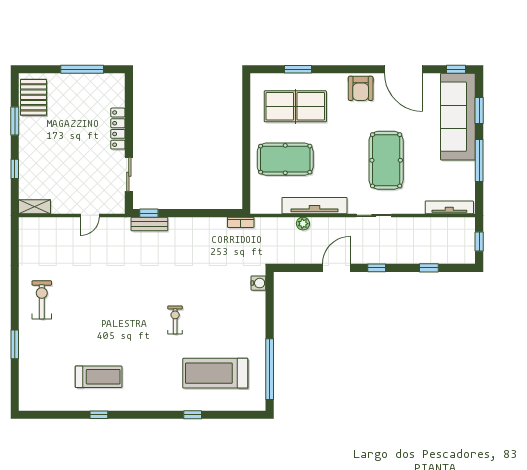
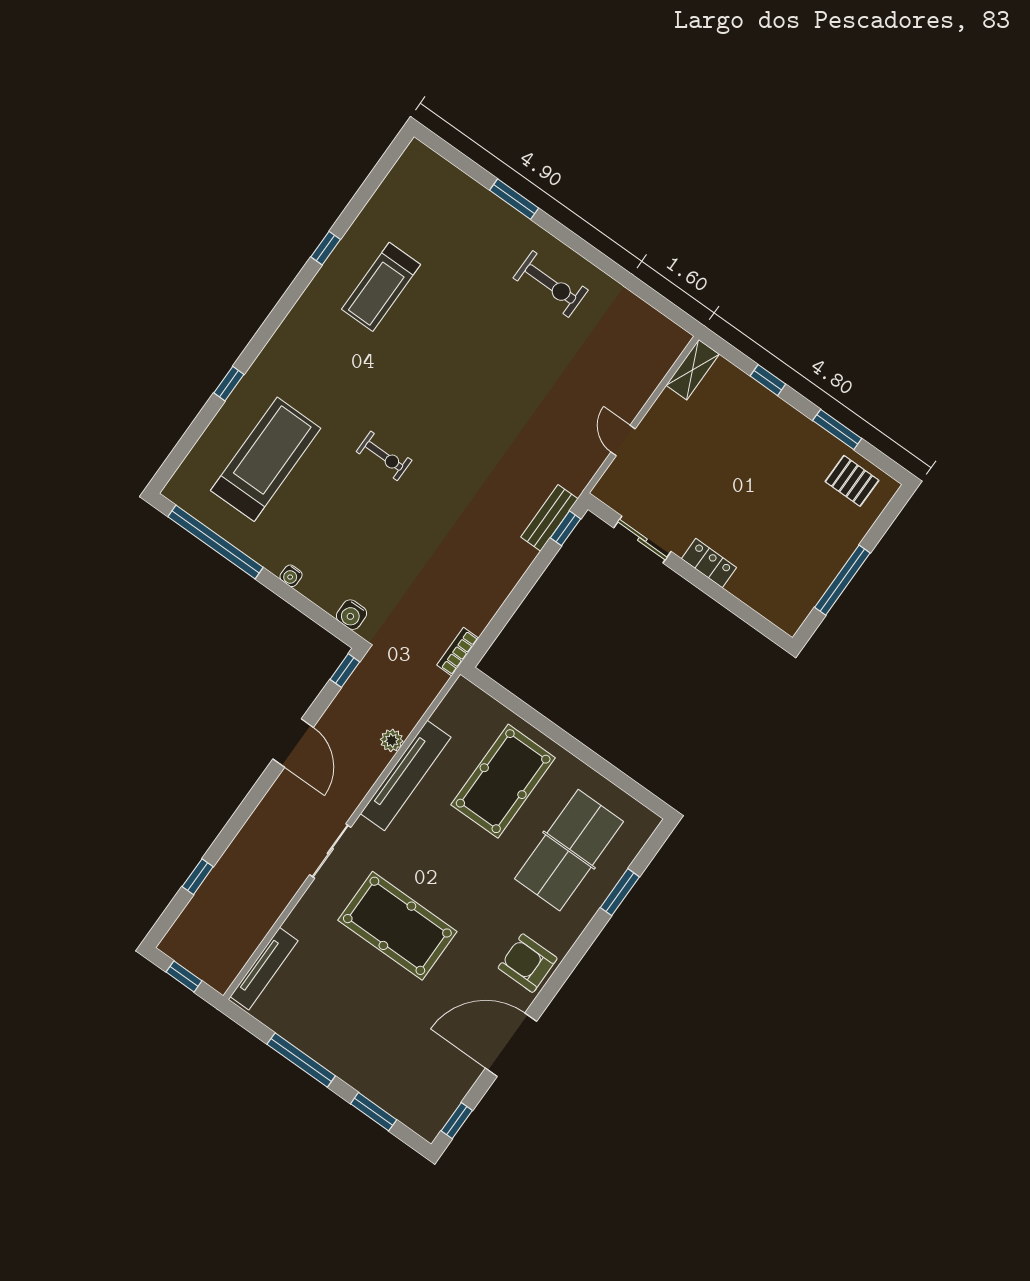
pallet: (33, 97) -> (852, 481), width x0.67, depth x0.71
sofa: (458, 117) -> (386, 1075), removed
locker: (118, 129) -> (709, 563), width x0.66
window: (377, 268) -> (345, 671), moved
water cooler: (260, 323) -> (291, 576), added

